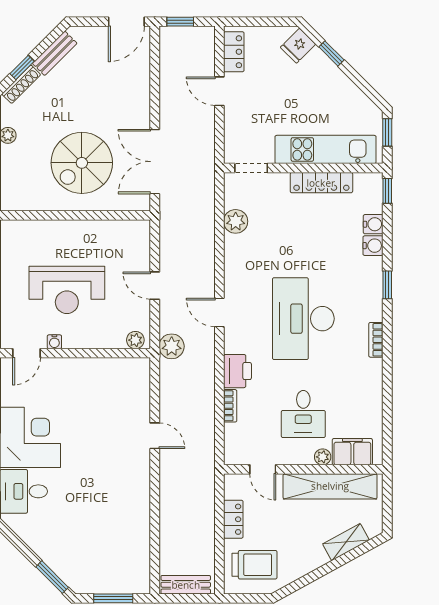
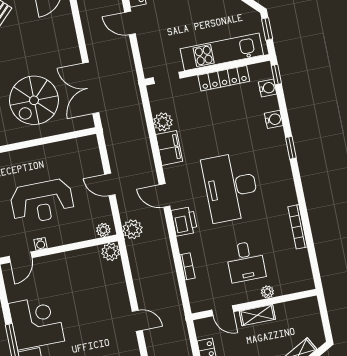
water cooler: (373, 224) -> (268, 88), moved
bookcase: (376, 340) -> (298, 227), moved, width x1.56
plant: (139, 369) -> (111, 252), added
printer: (237, 371) -> (184, 221), moved
door: (155, 436) -> (137, 321), moved
filing cabinet: (352, 452) -> (169, 148), moved, turned 90
shelving: (330, 486) -> (257, 315), width x0.45, depth x0.75

